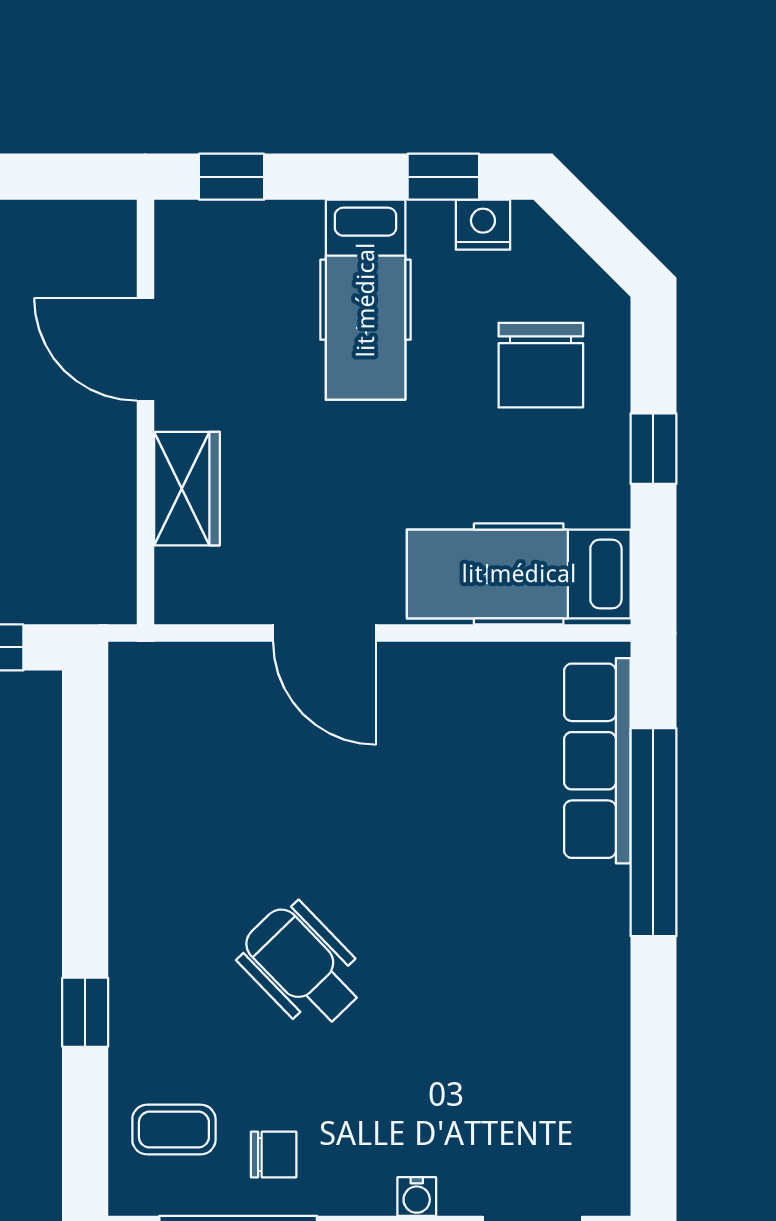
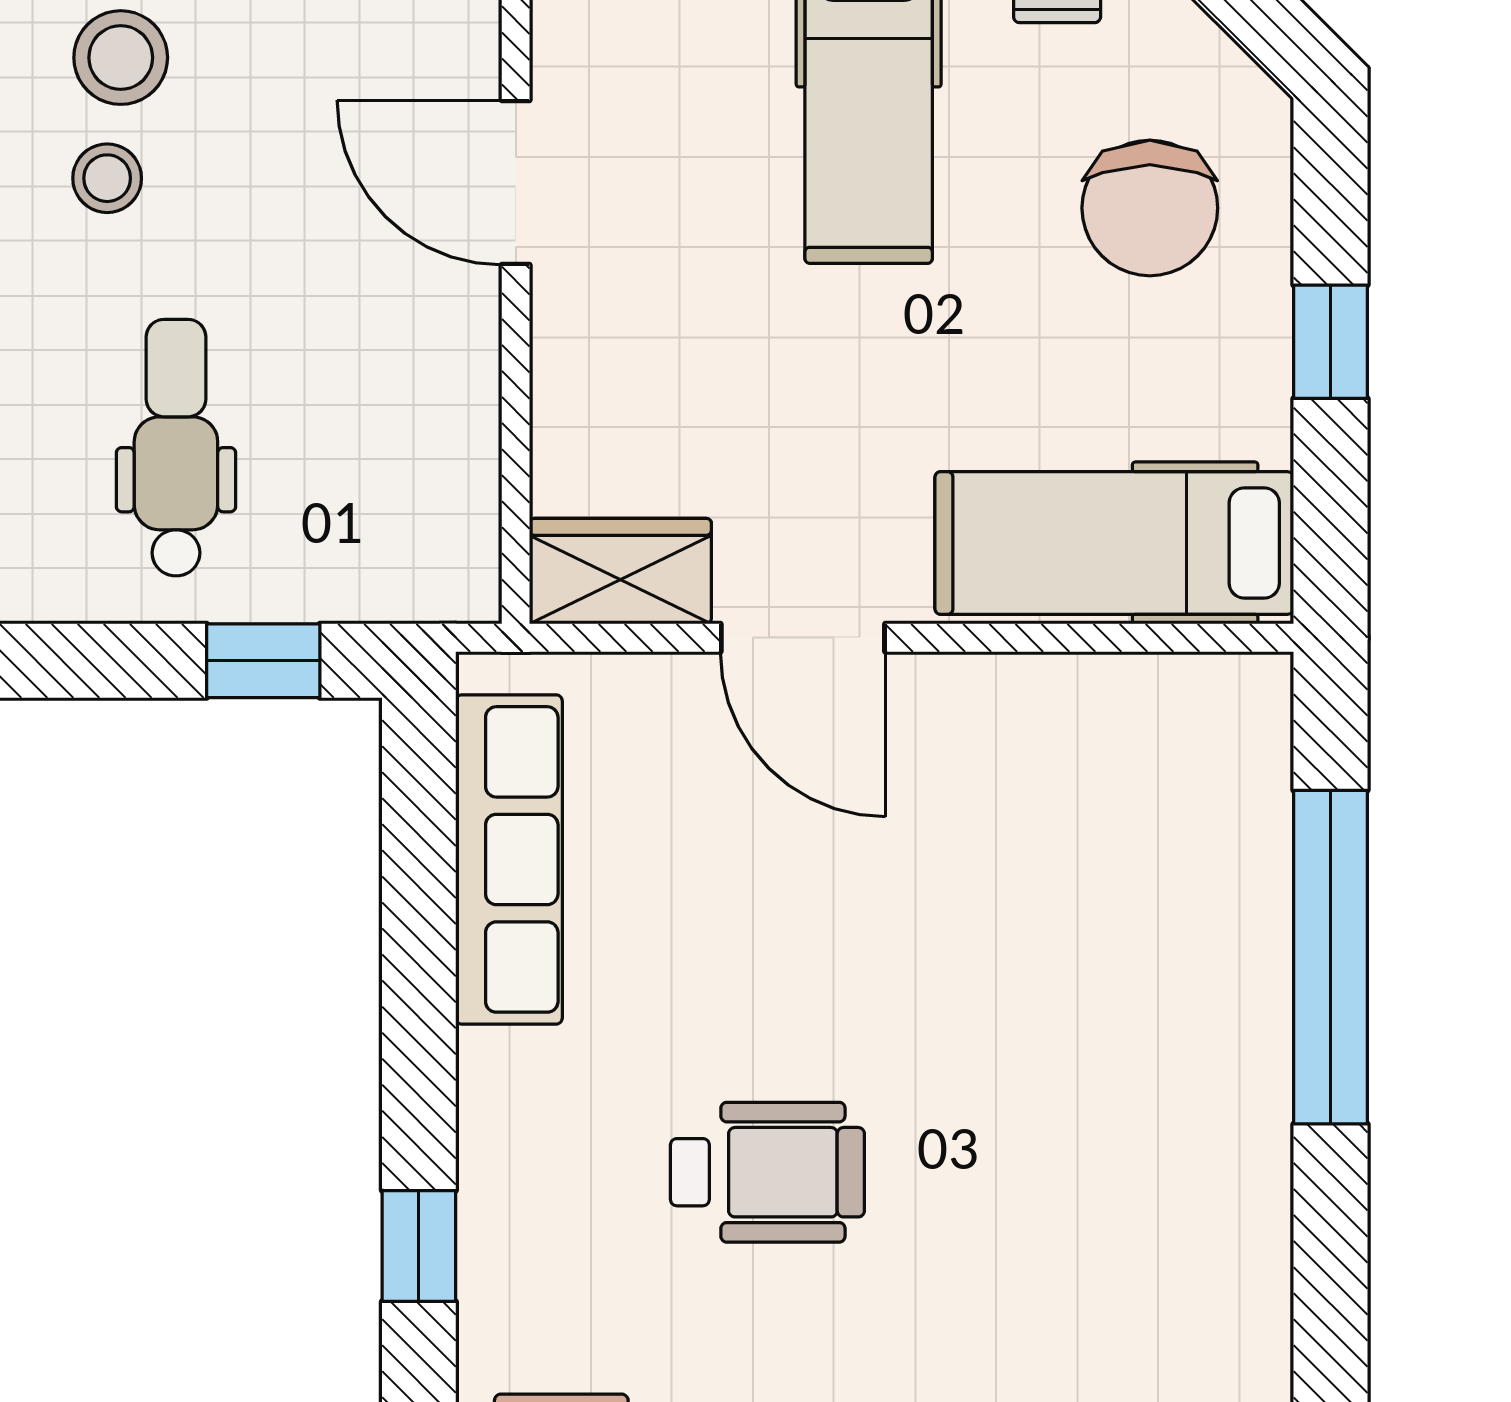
wardrobe: (187, 489) -> (620, 571), moved, turned -90
row of seats: (597, 761) -> (509, 859), moved, turned 180
wheelchair: (302, 966) -> (767, 1172), turned 134

